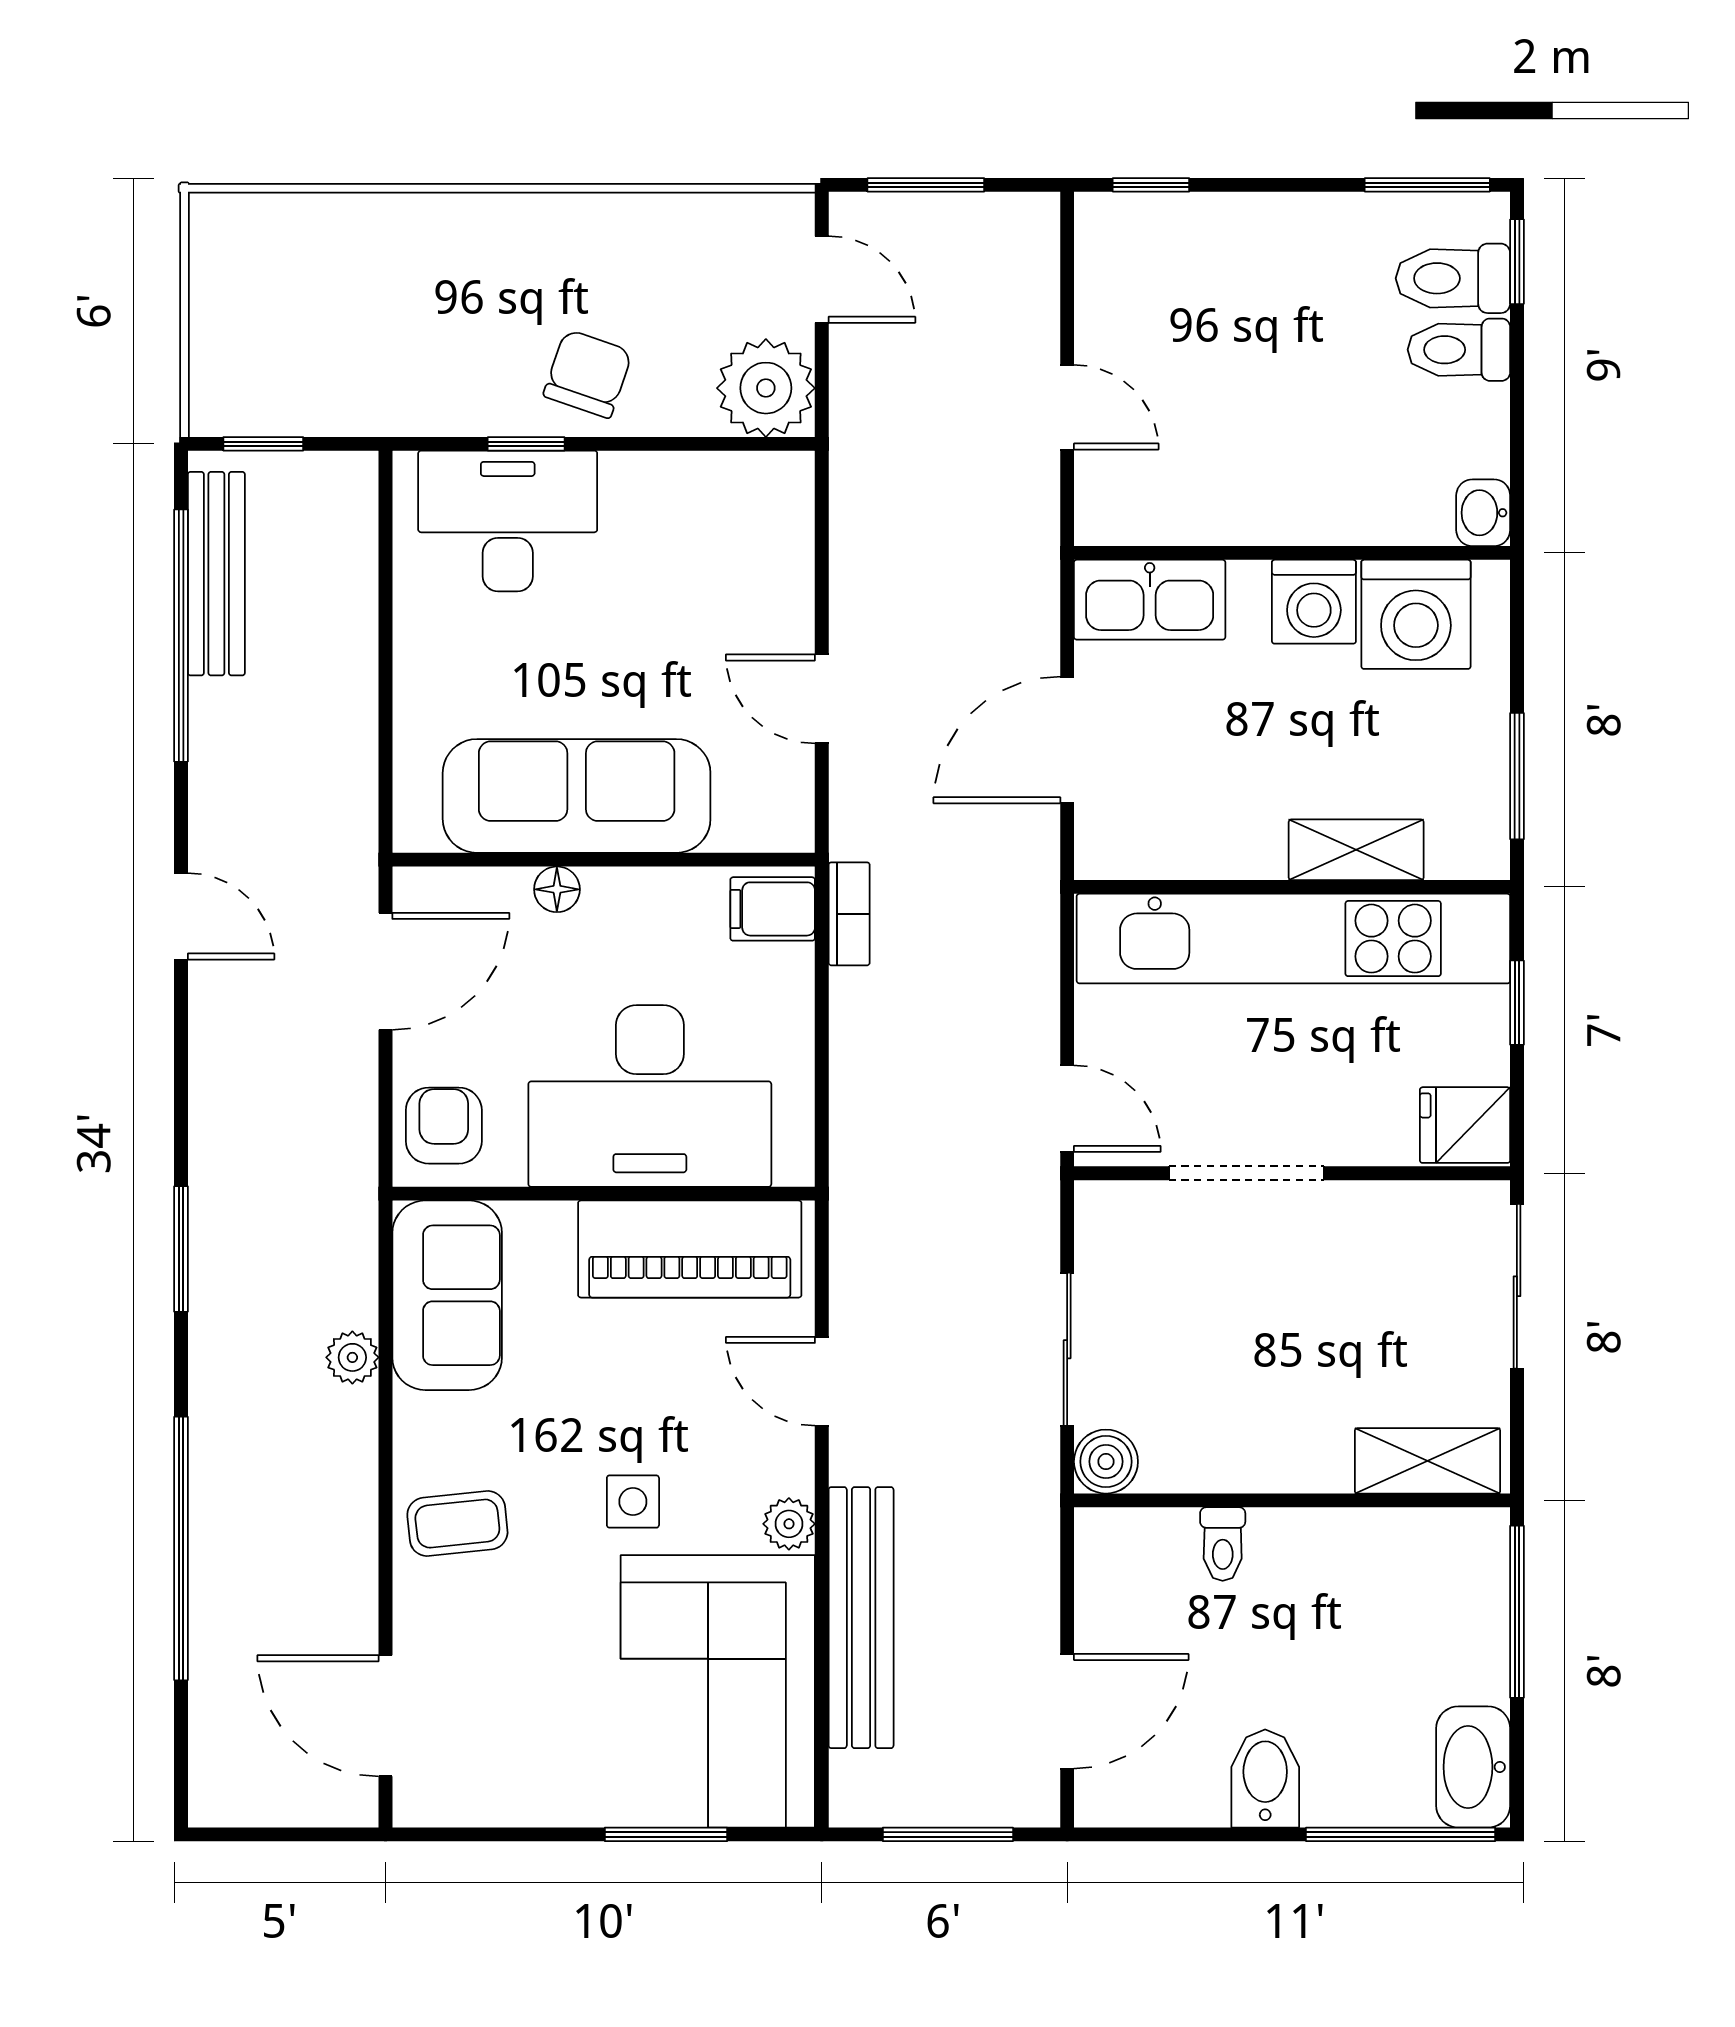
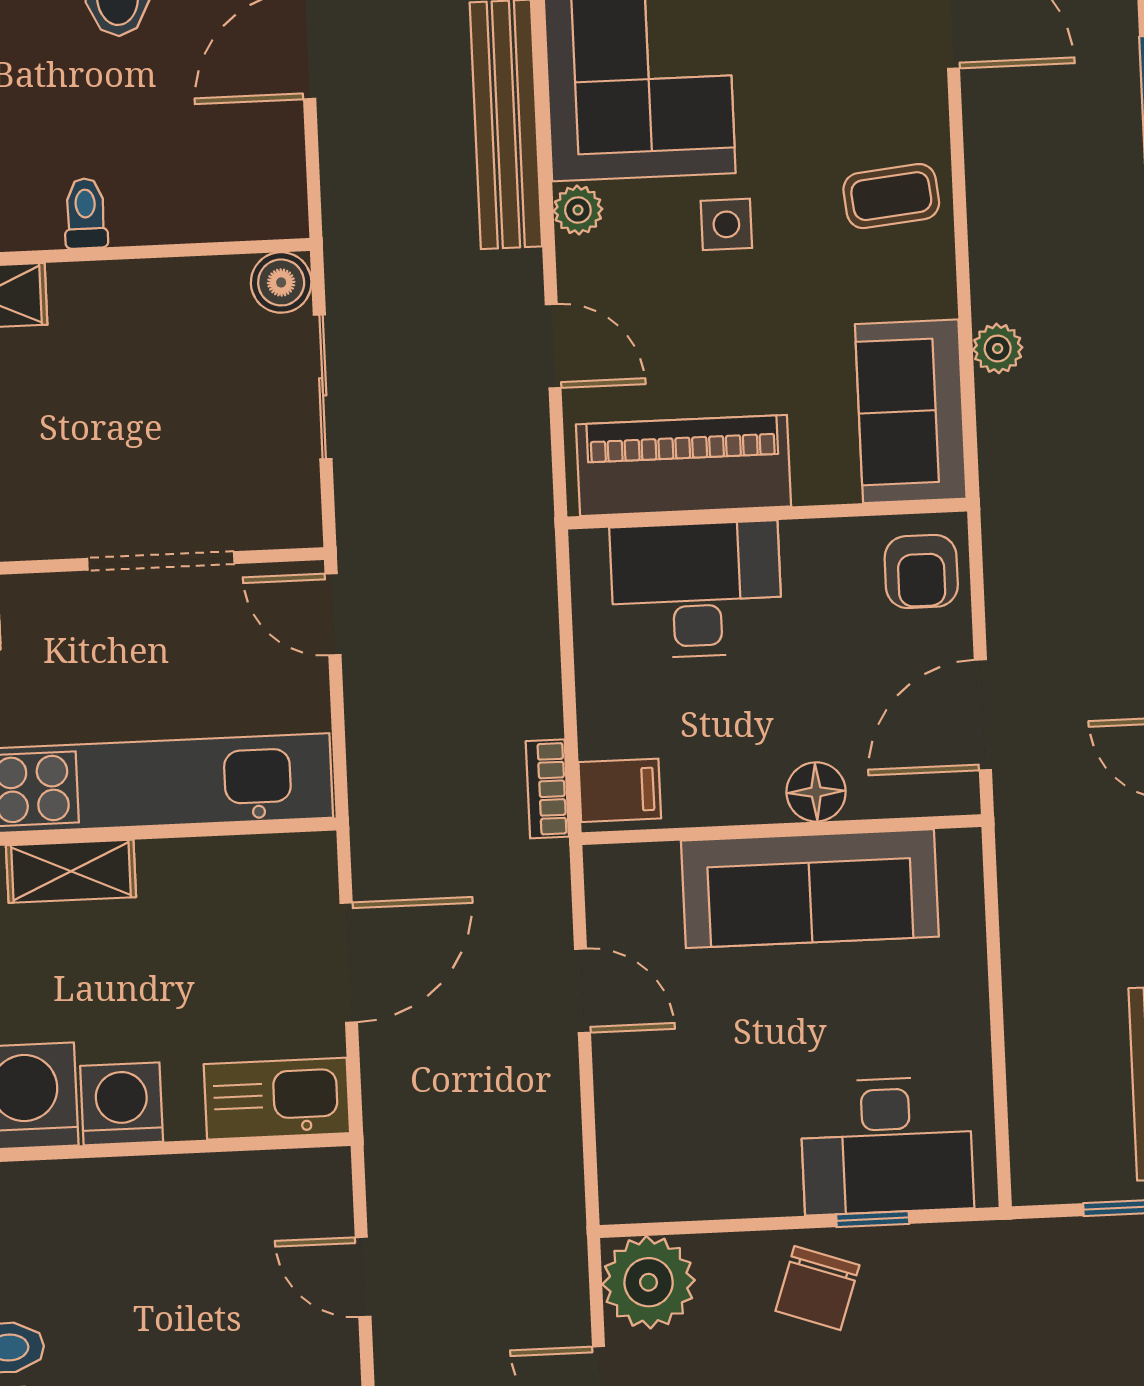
floor lamp: (557, 889) -> (816, 792), width x1.37, depth x1.37
desk: (650, 1096) -> (696, 590), width x0.73, depth x0.77
toilet: (1223, 1544) -> (86, 213), moved

